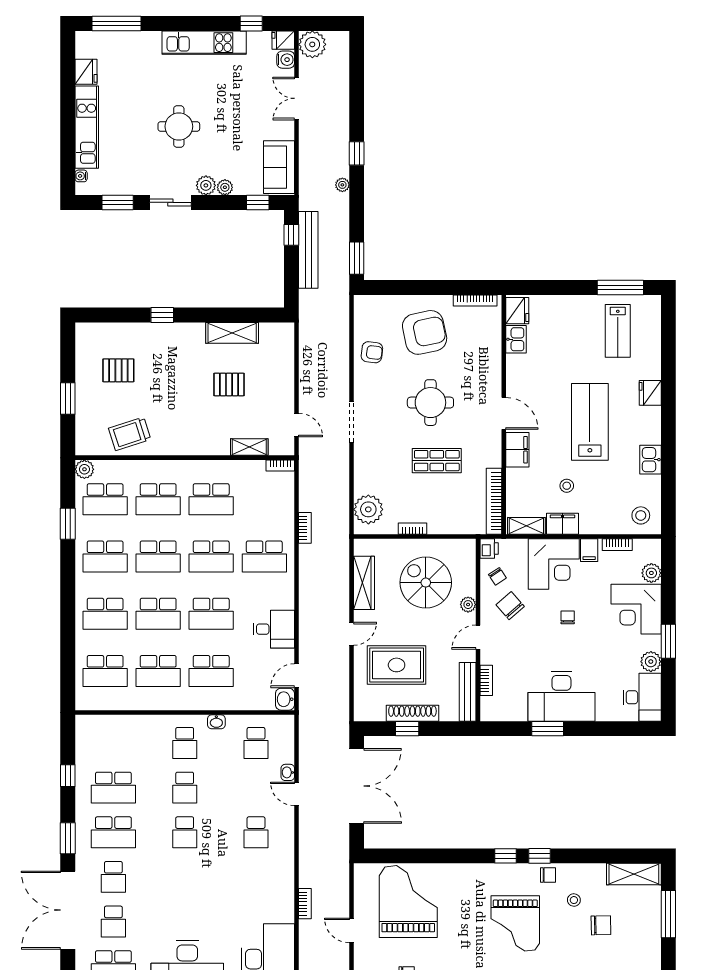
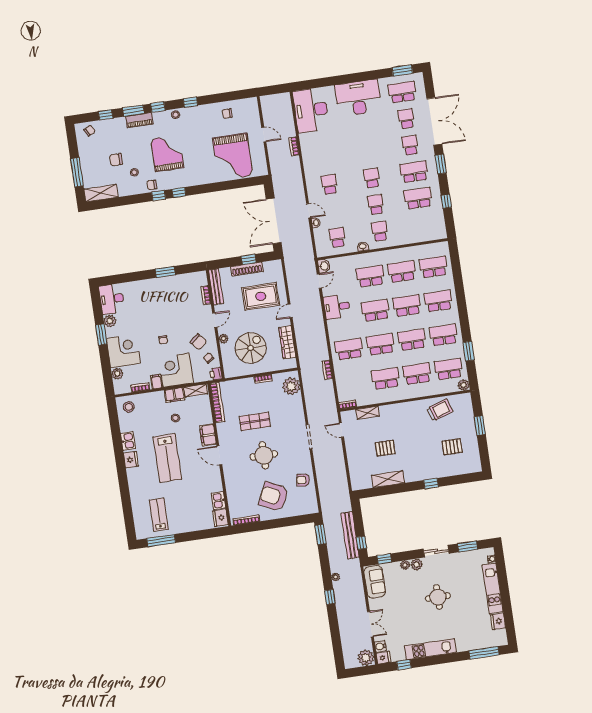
armchair: (425, 332) -> (274, 496), turned 38
fridge: (650, 393) -> (131, 460), moved
spiral stairs: (426, 583) -> (251, 348), turned -90
desk: (561, 696) -> (160, 292), removed

